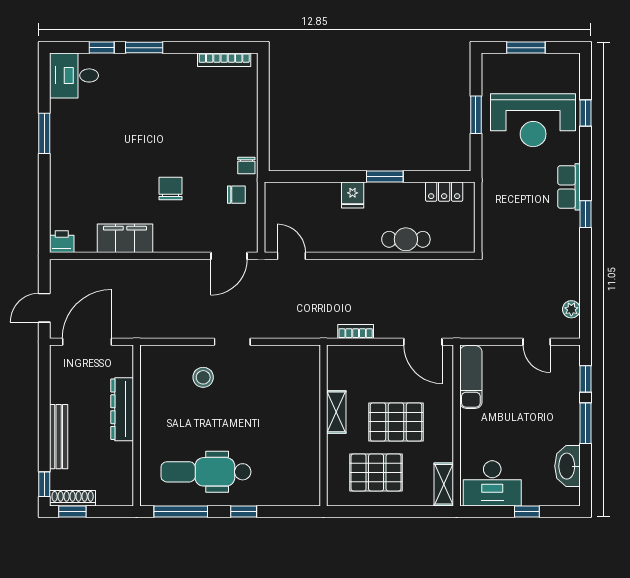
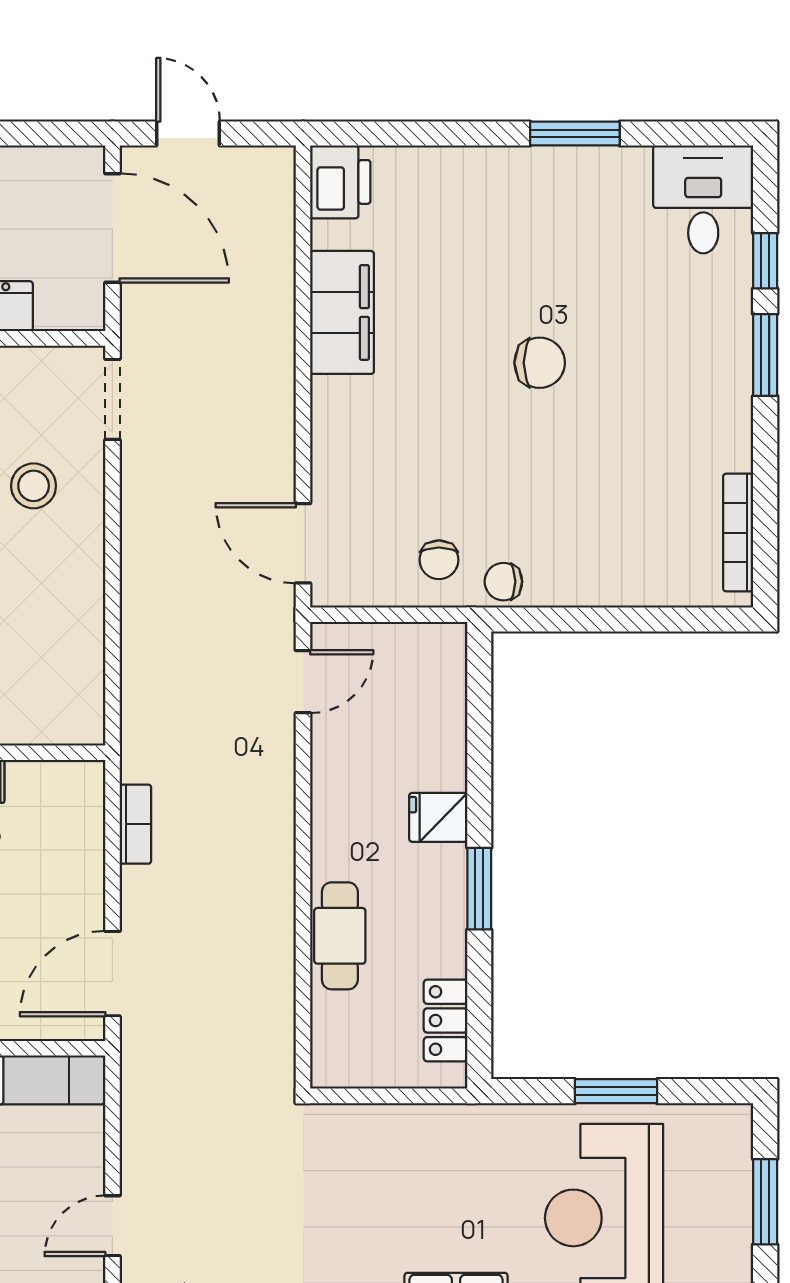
chair: (171, 189) -> (540, 363), moved
printer: (62, 242) -> (340, 182), width x1.36, depth x1.24
doorway: (232, 342) -> (112, 399), moved

